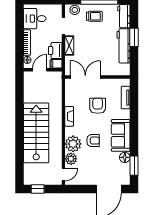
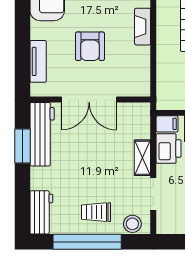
window: (134, 37) -> (22, 146), moved
workbench: (123, 46) -> (42, 134), moved
double door: (85, 77) -> (89, 100), moved

